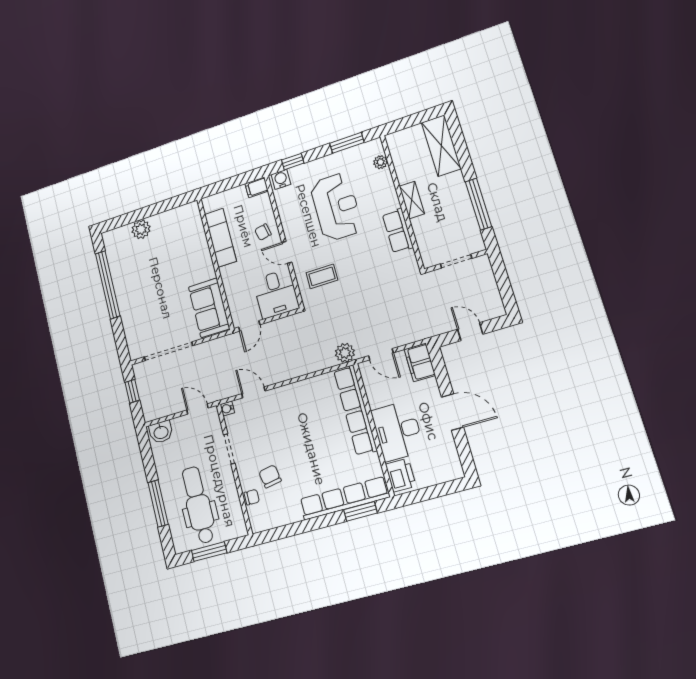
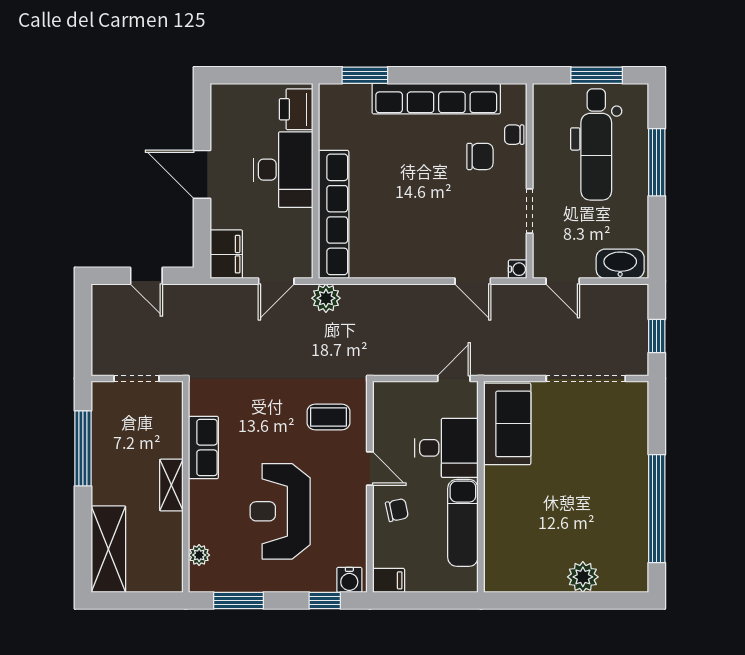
desk: (276, 294) -> (446, 448), moved, turned 90
door: (381, 354) -> (276, 281), swing flipped
washbasin: (161, 432) -> (620, 264), width x1.38
chair: (270, 476) -> (480, 156), turned -80
row of seats: (344, 498) -> (436, 99), moved

